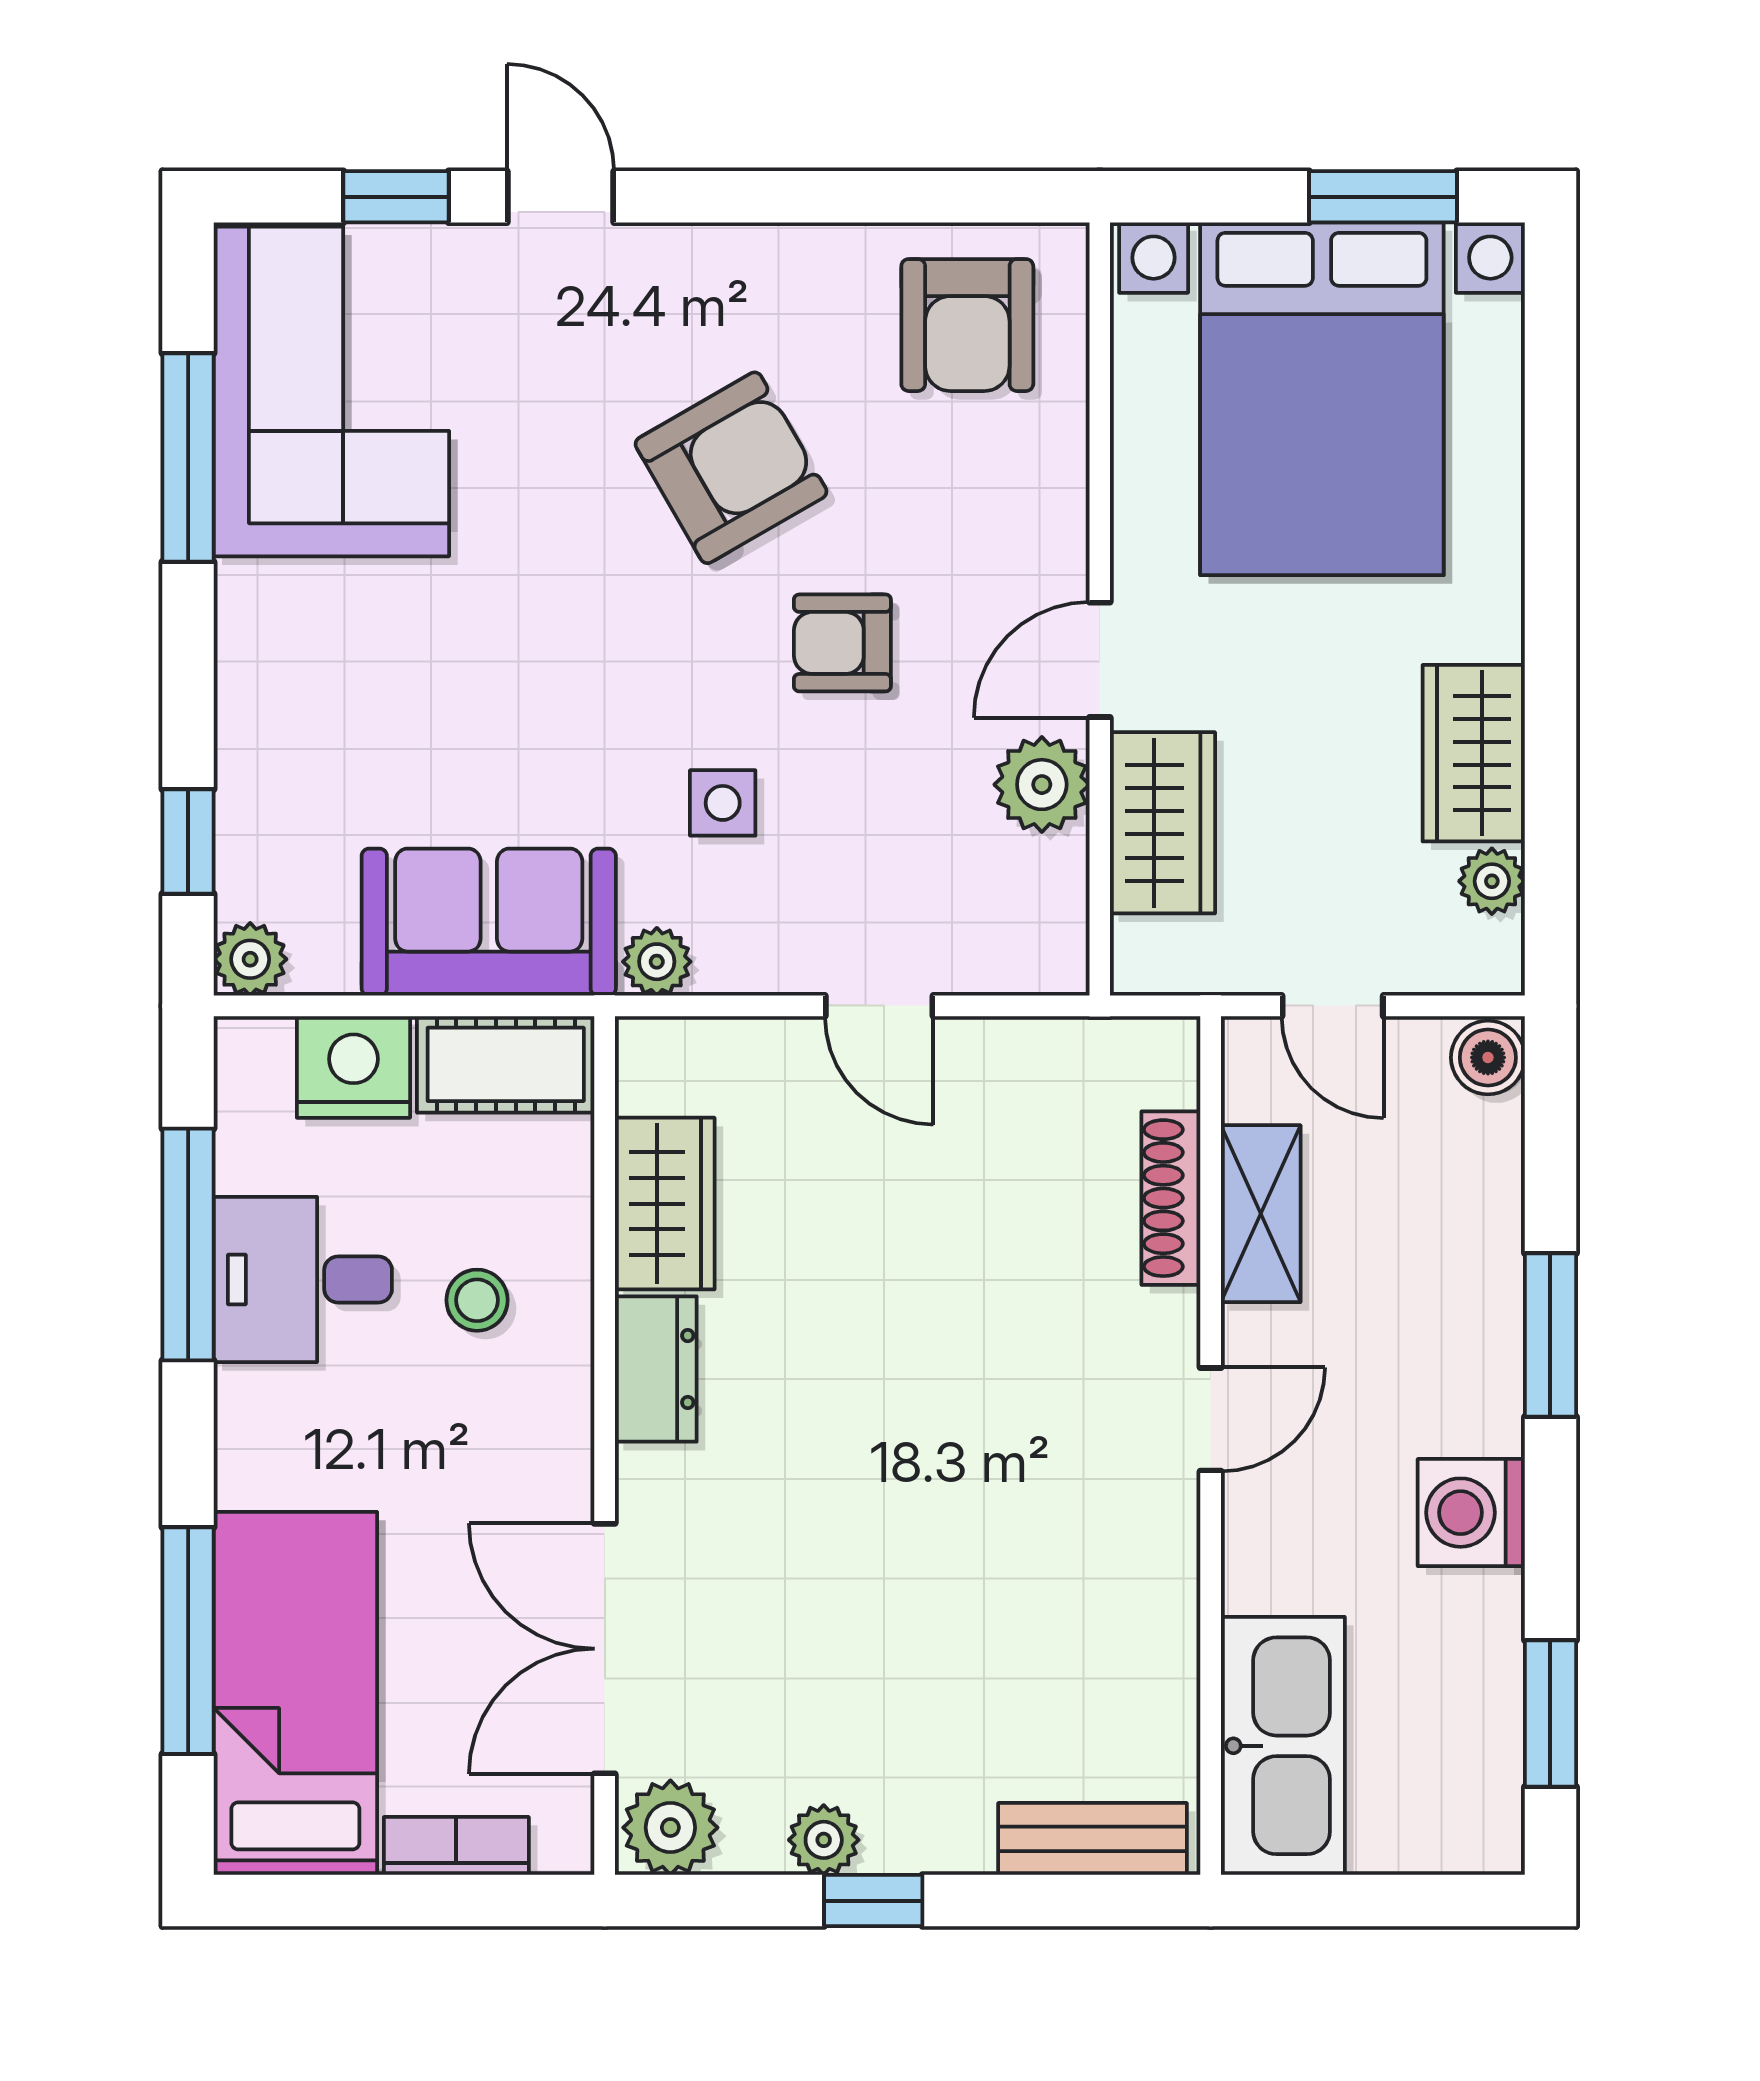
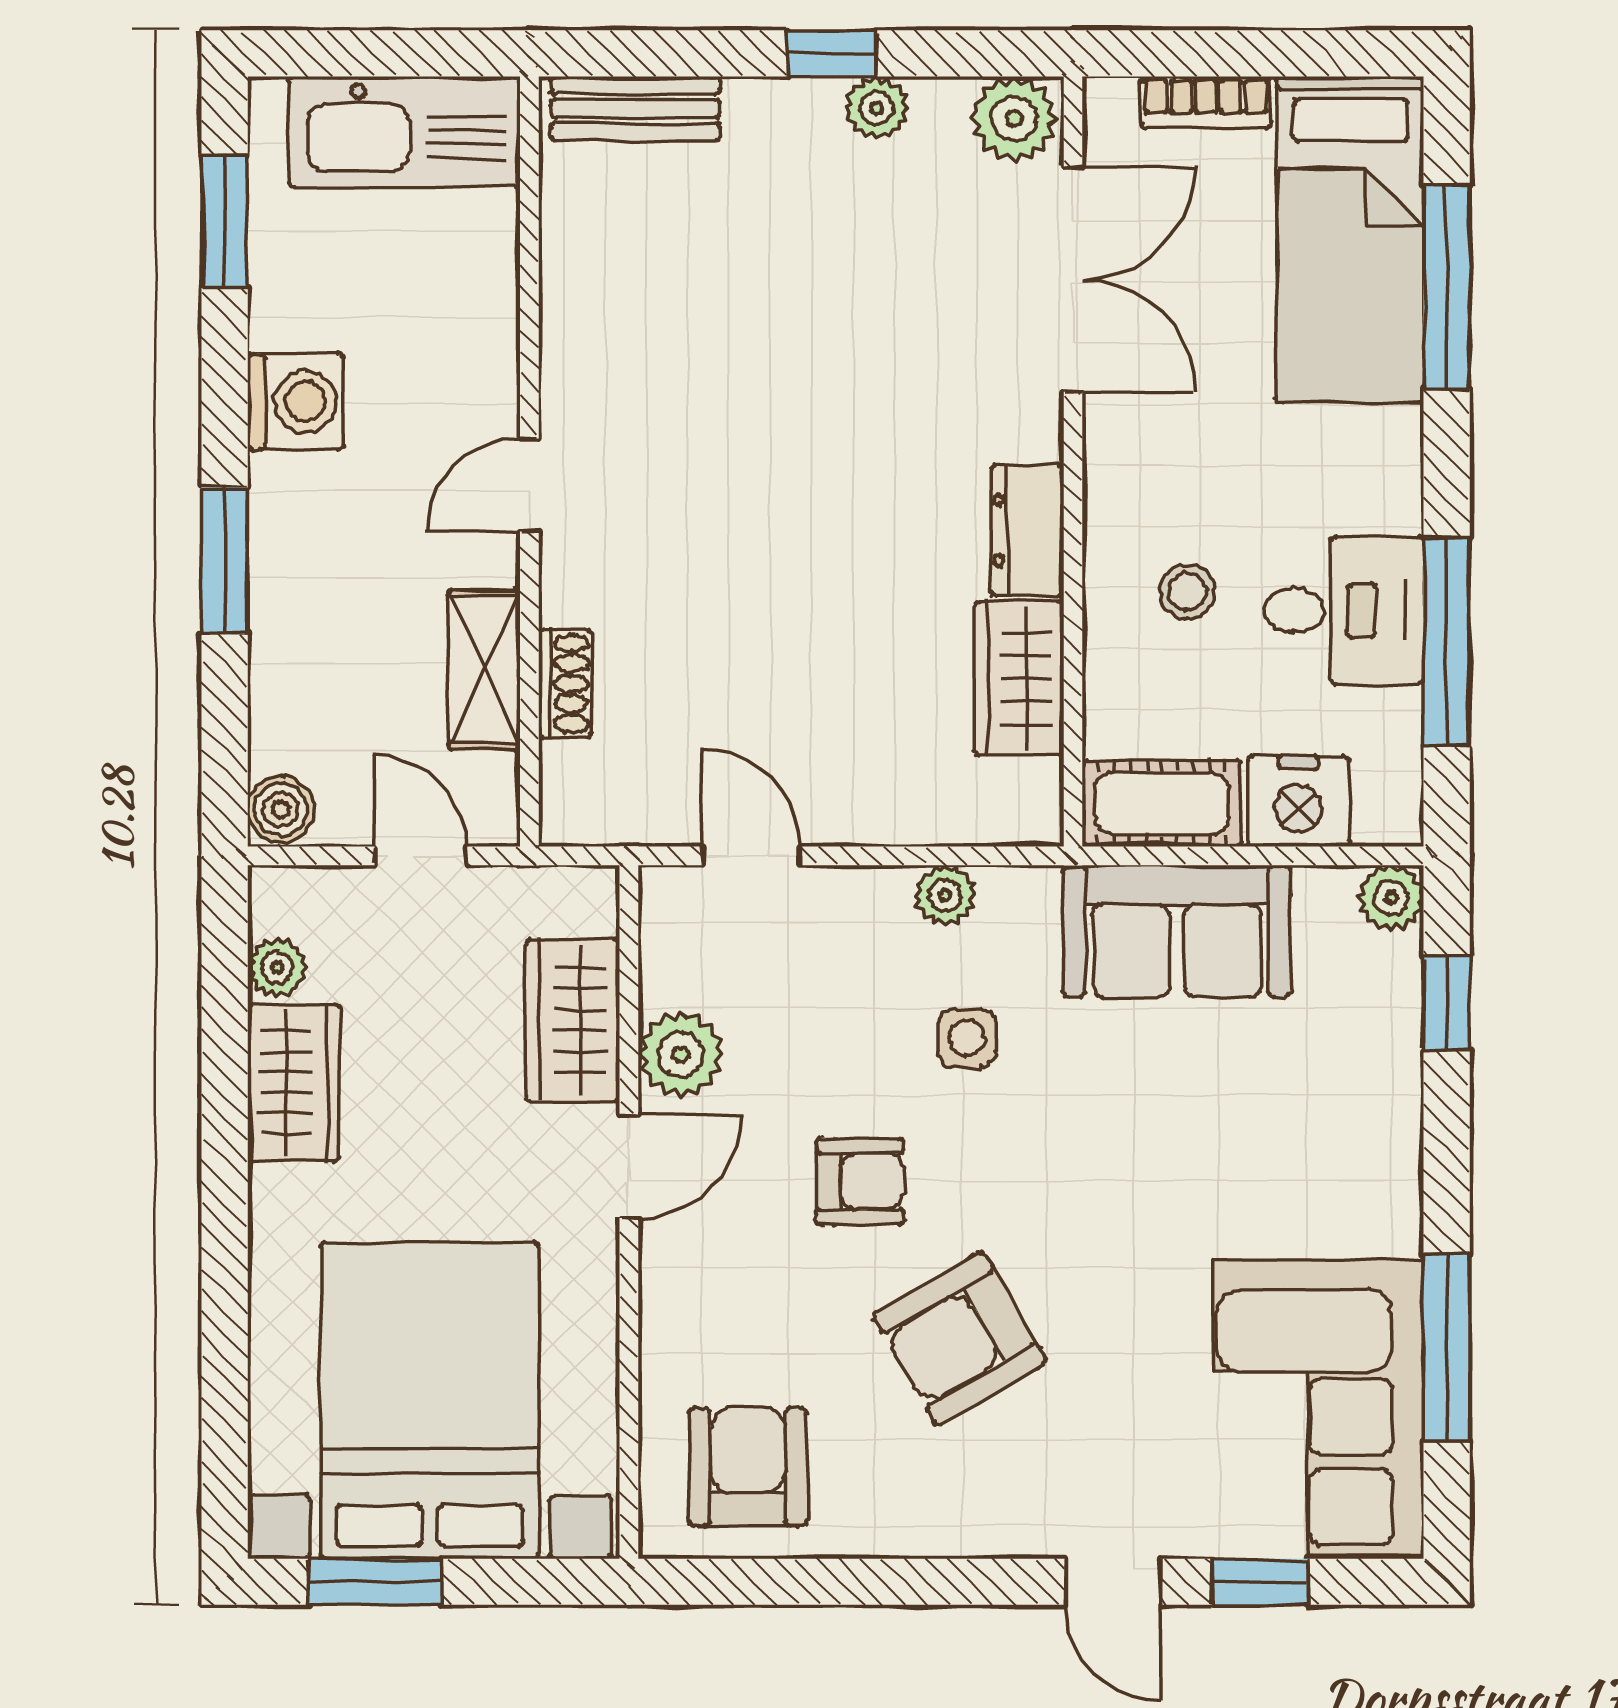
plant: (657, 962) -> (945, 896), moved
door: (879, 1006) -> (751, 856), moved
shoe rack: (1171, 1198) -> (565, 683), width x0.70
kitchen sink: (1283, 1746) -> (404, 132), moved, turned -90

